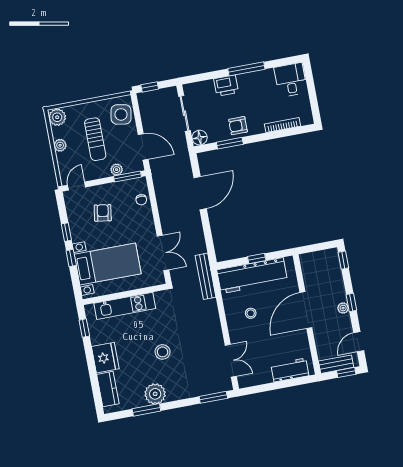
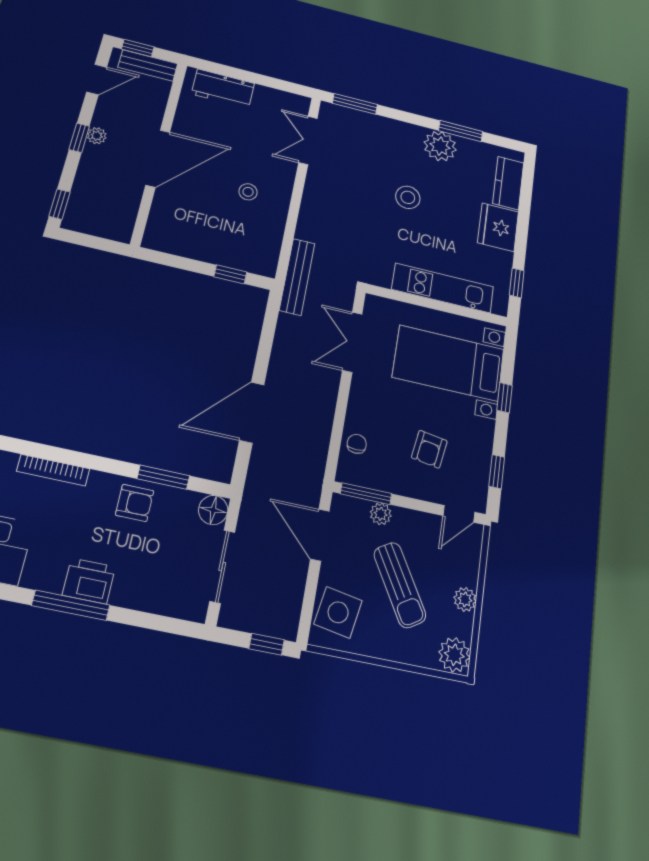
printer: (226, 86) -> (89, 581), moved
sun lounger: (95, 139) -> (400, 585), turned 149
window: (66, 232) -> (497, 472), moved
window: (257, 259) -> (230, 274), moved
workbench: (252, 276) -> (221, 245), removed

